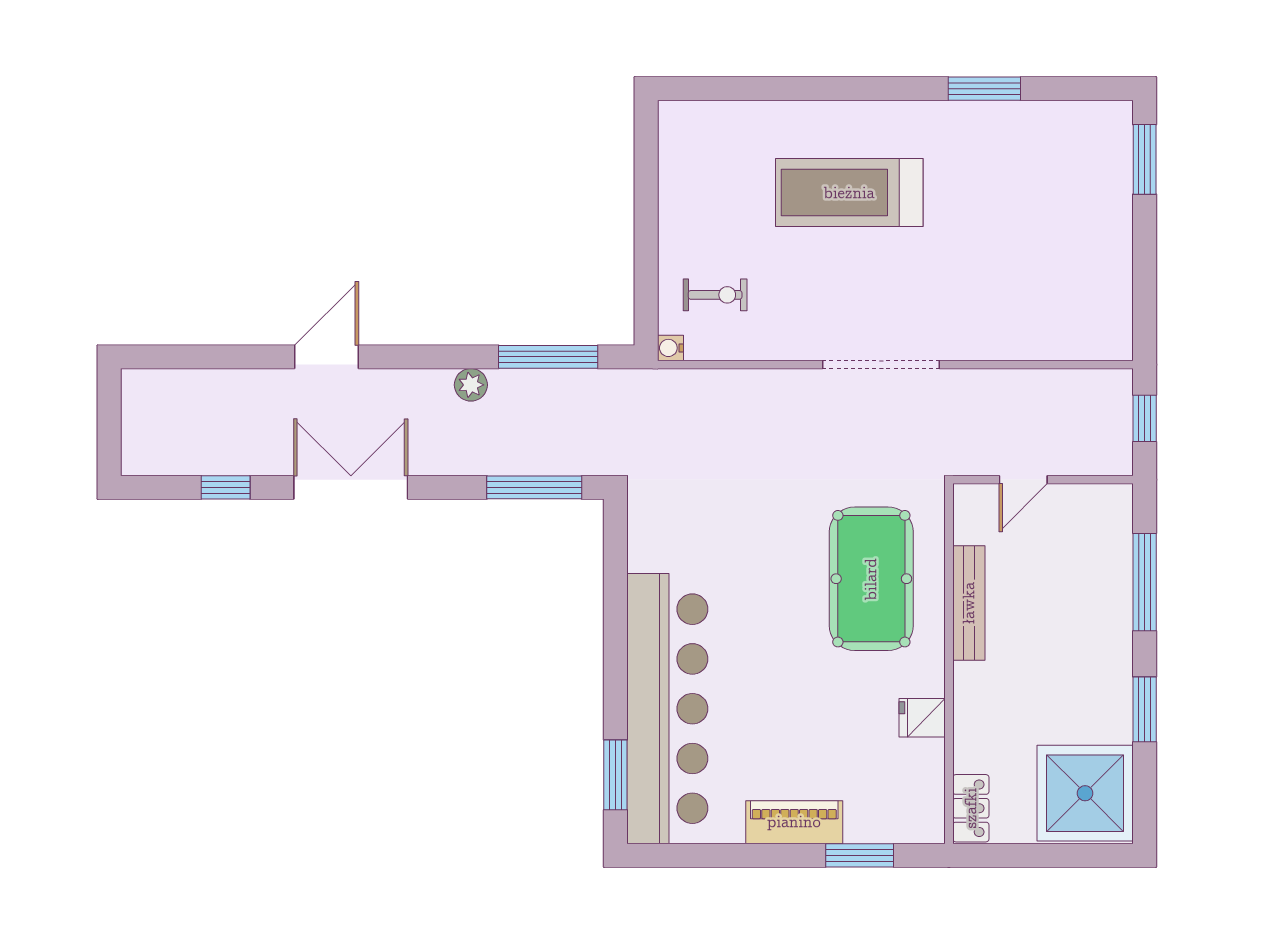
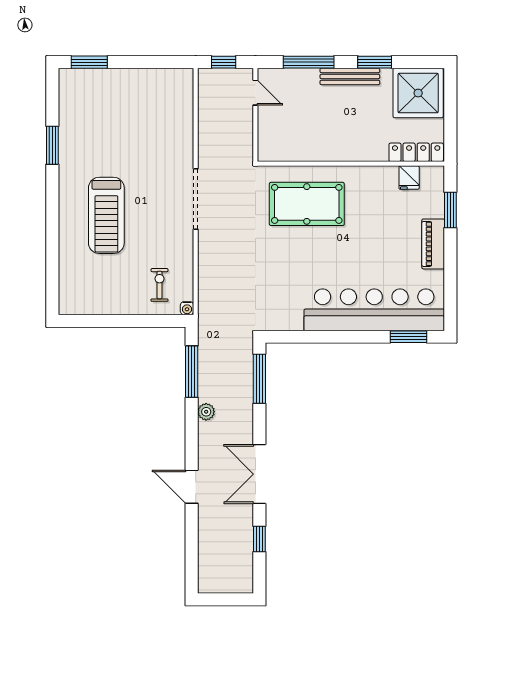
door: (1023, 480) -> (255, 93), moved
bench: (969, 603) -> (350, 76), moved
fridge: (922, 718) -> (409, 178), moved
locker: (971, 808) -> (416, 152), width x1.53

